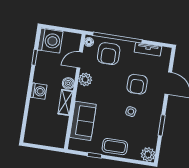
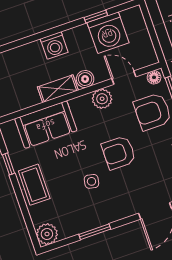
washing machine: (50, 41) -> (108, 33), moved
armchair: (137, 84) -> (119, 153), moved

